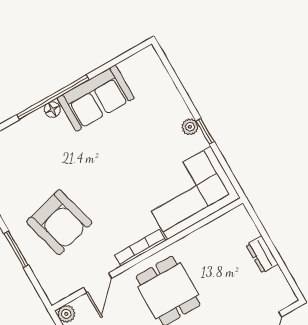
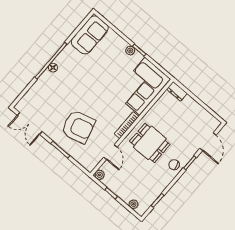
sofa: (96, 98) -> (90, 35), moved
dresser: (262, 255) -> (177, 91), moved

